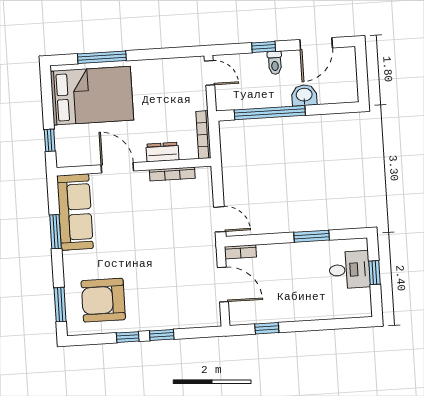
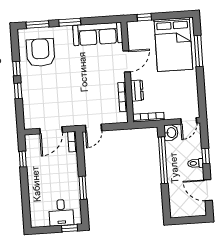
washbasin: (304, 95) -> (171, 133), moved
window: (55, 232) -> (70, 22), moved
window: (374, 273) -> (70, 228), moved

